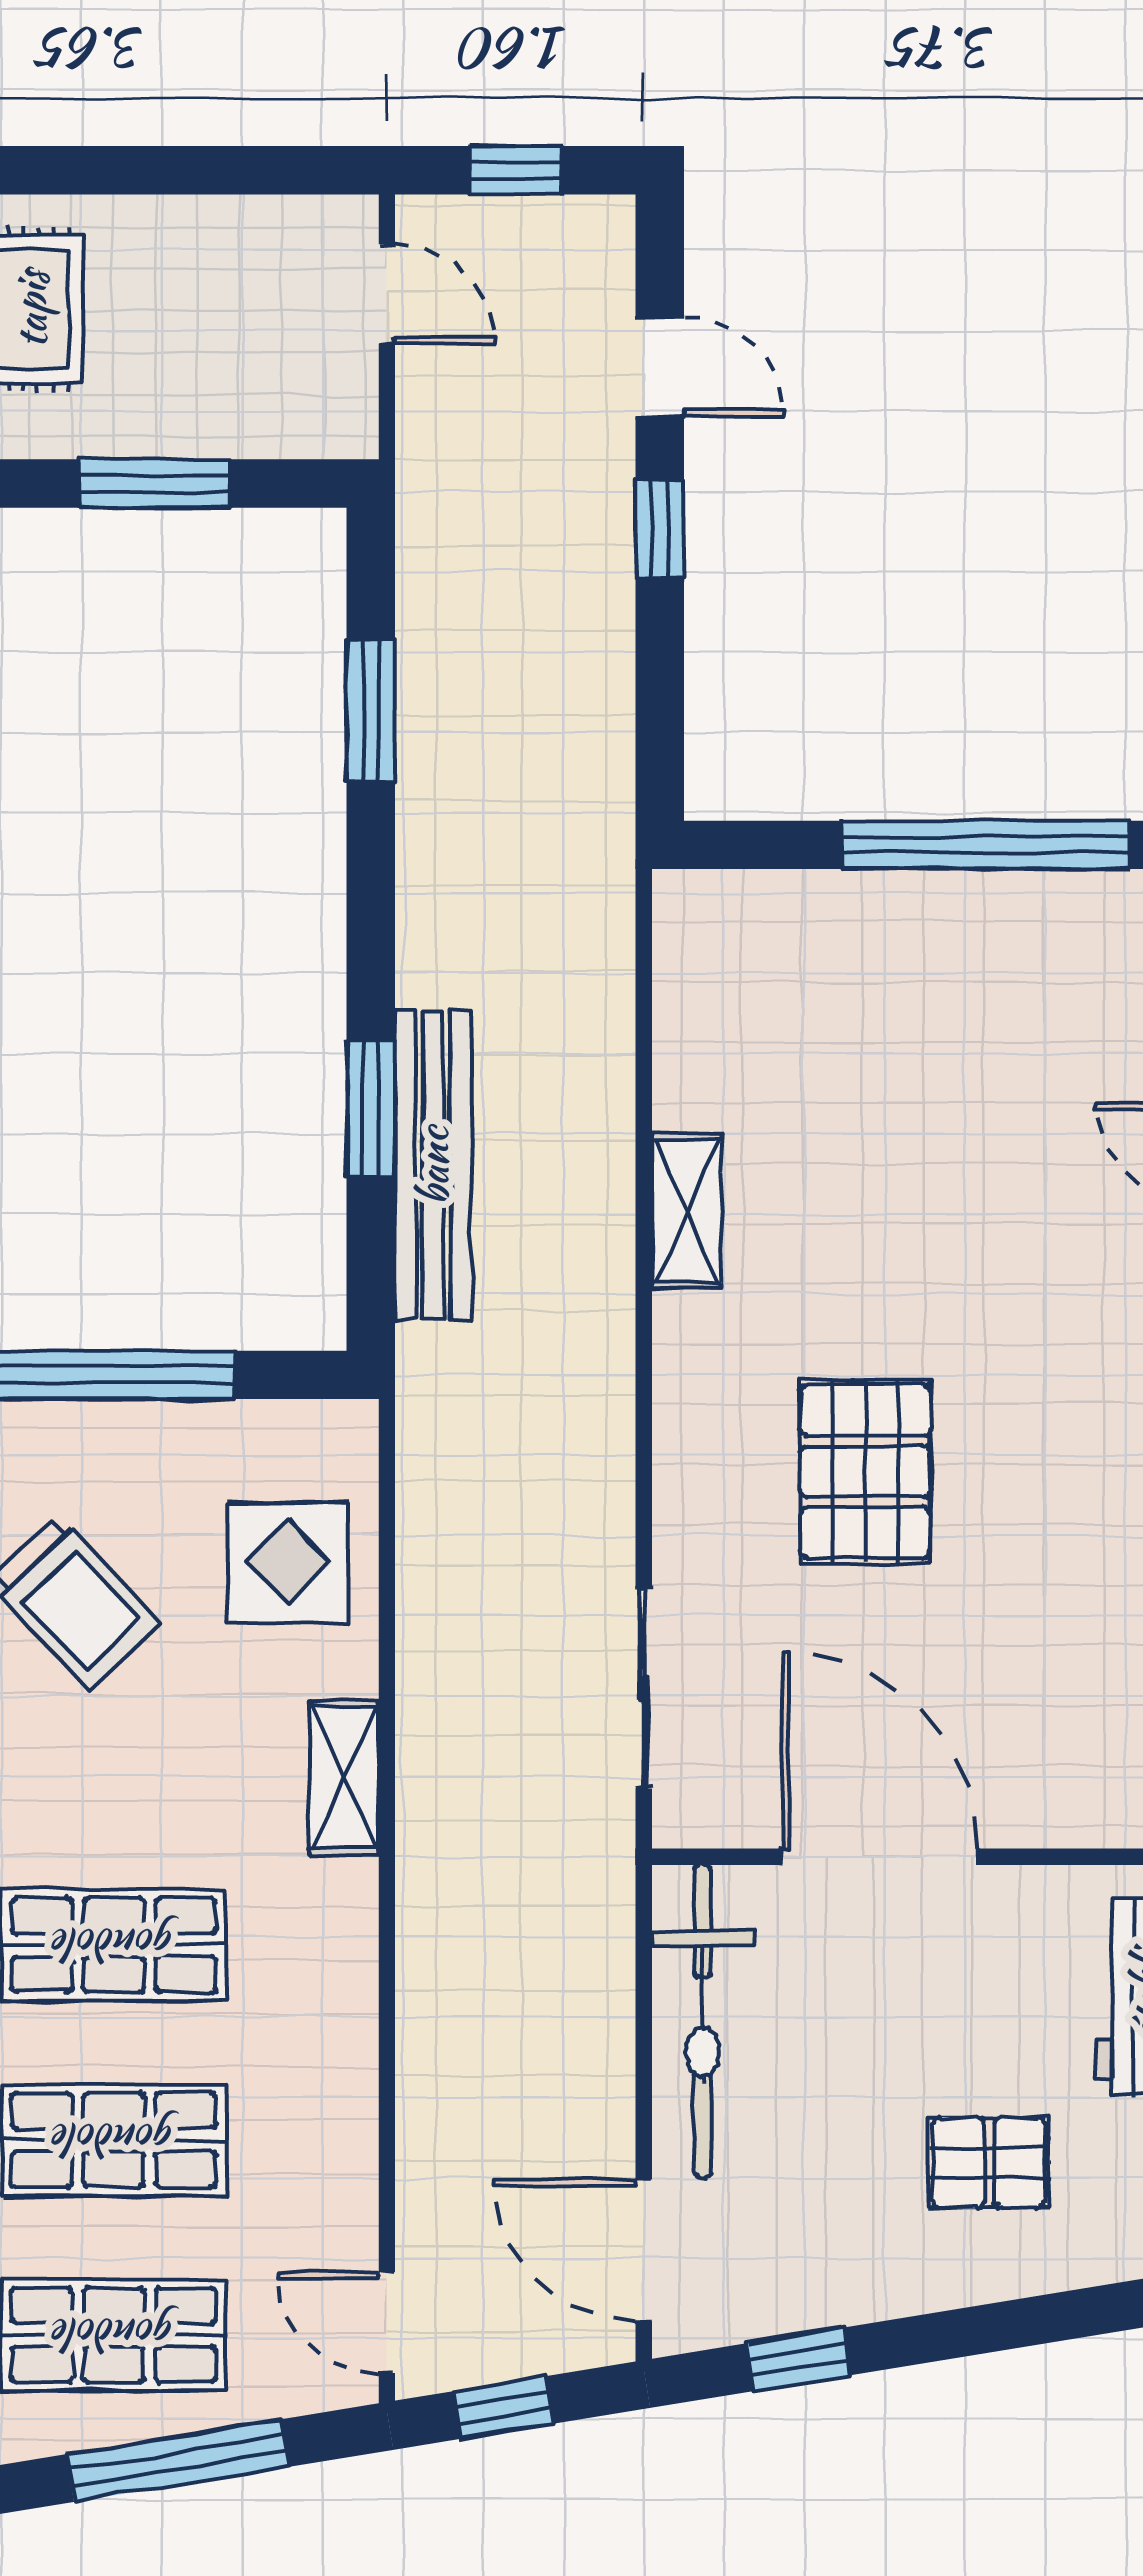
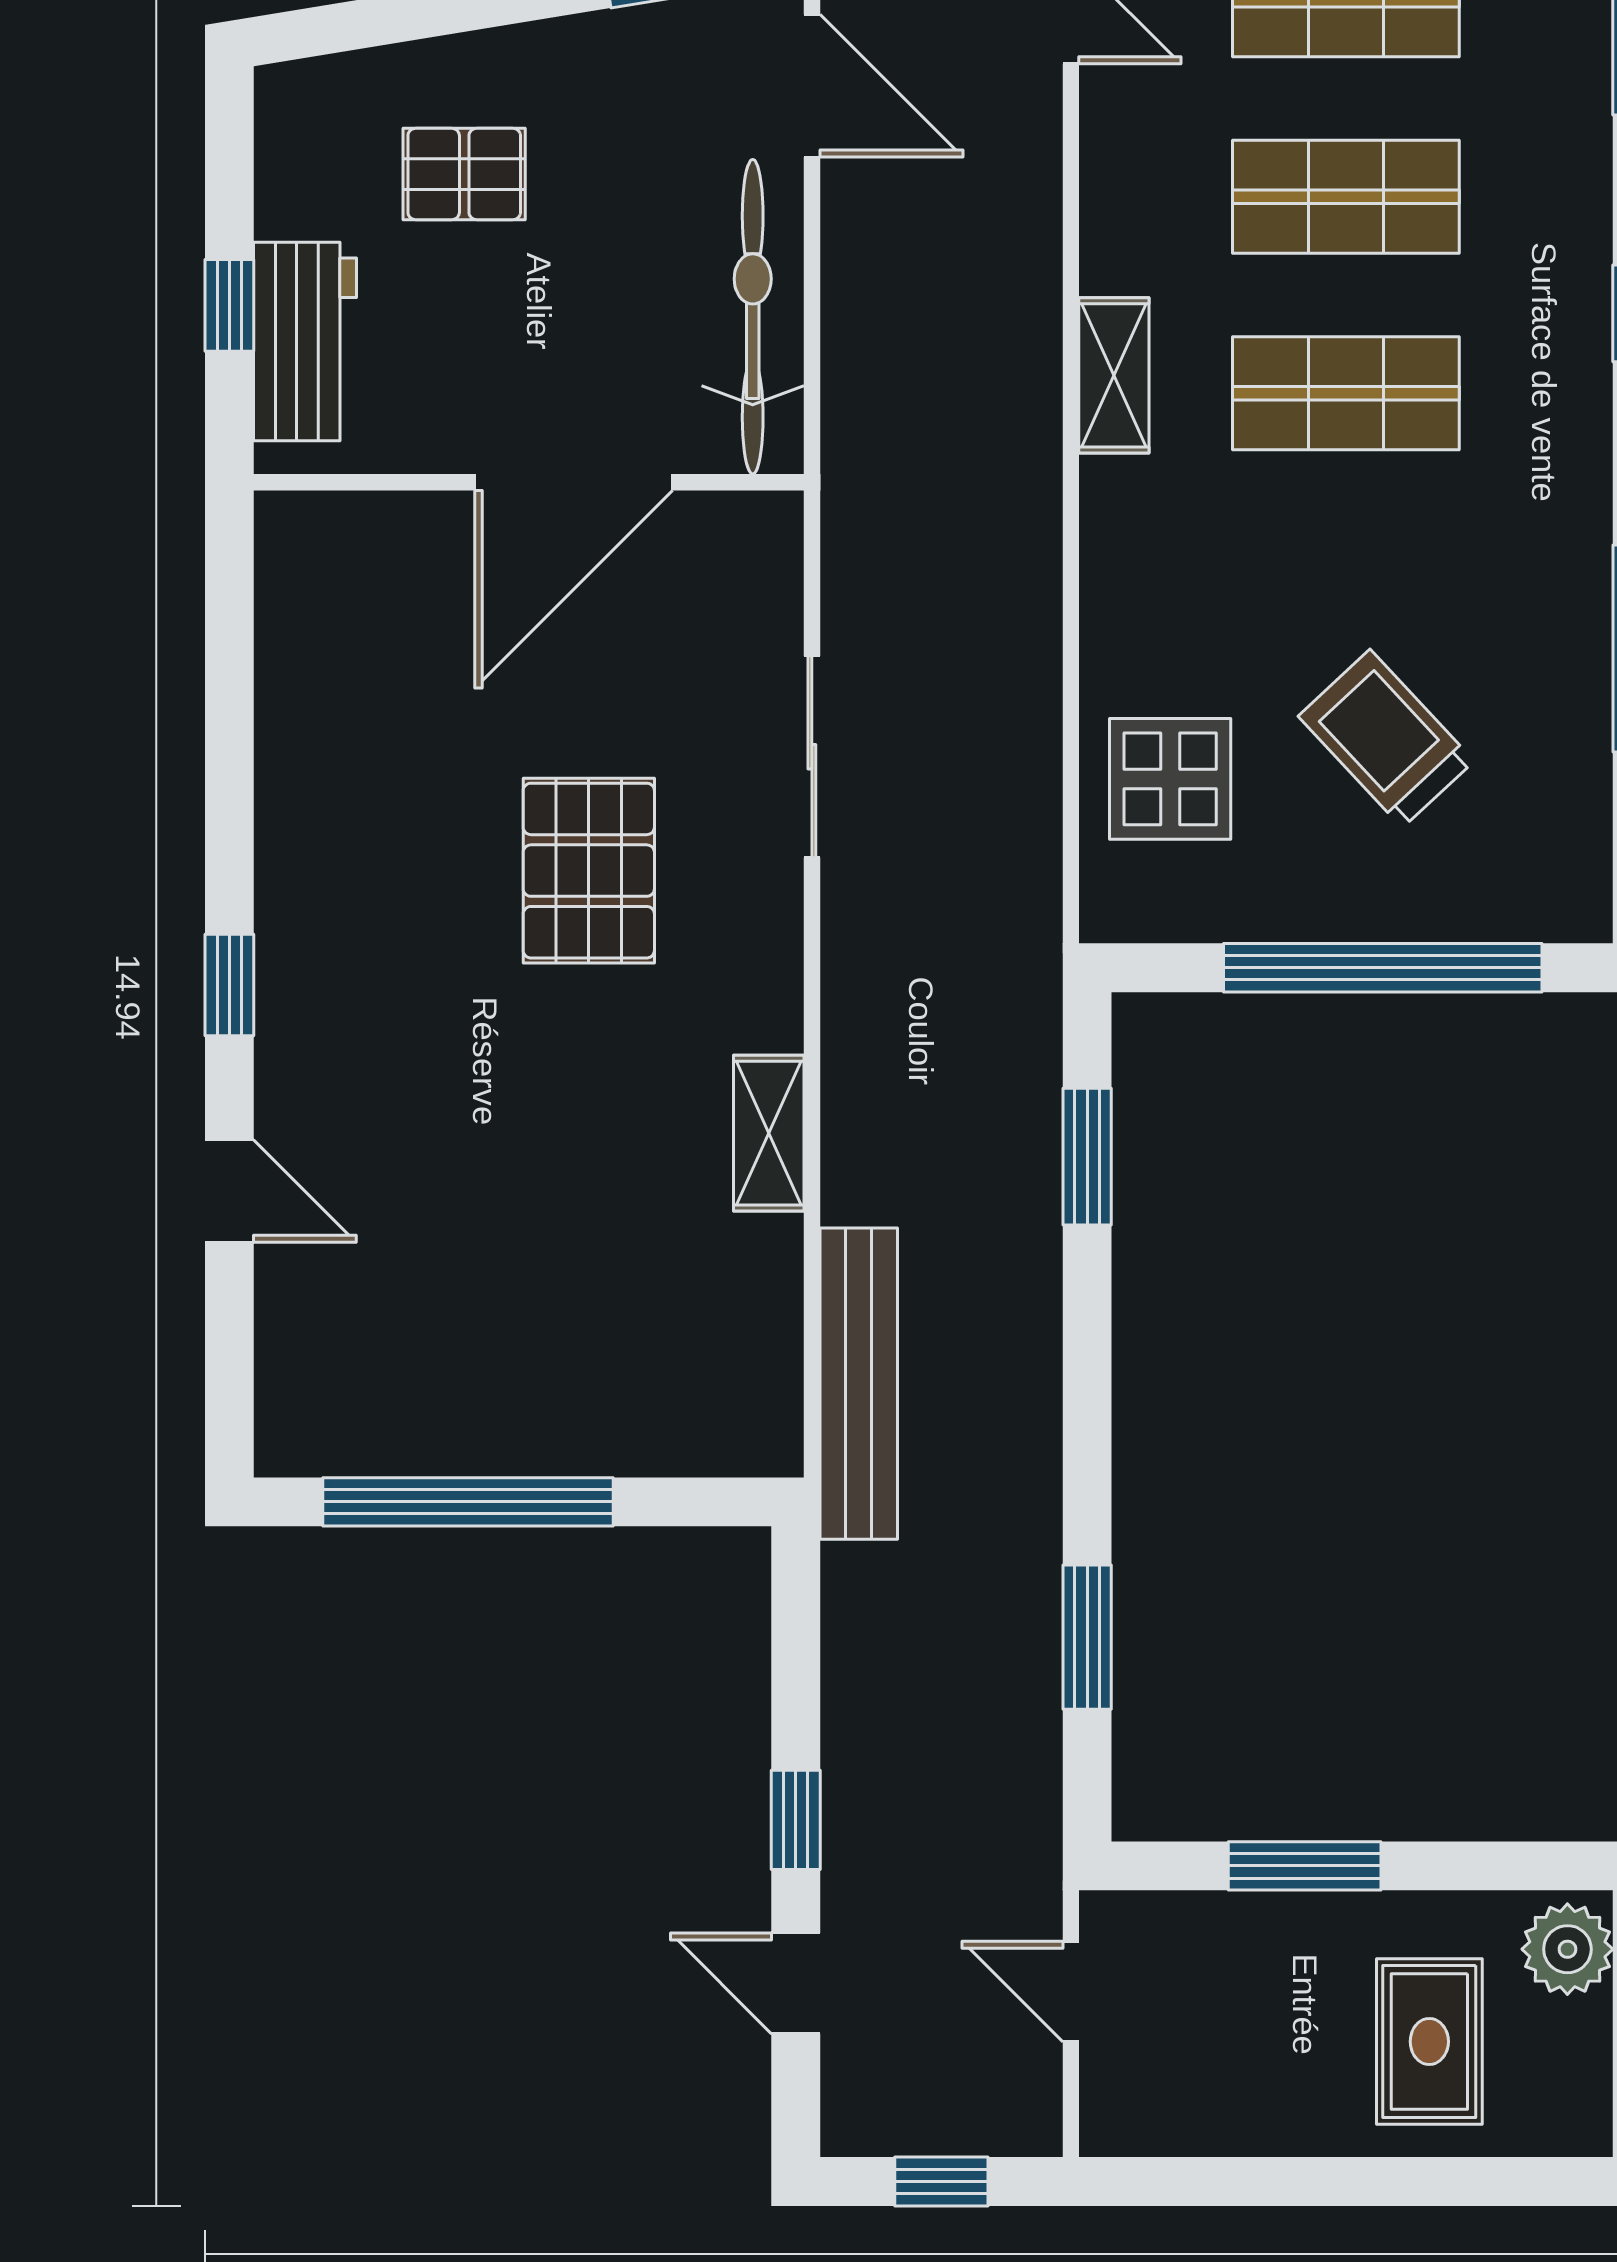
door: (387, 294) -> (1071, 1991), moved
window: (371, 1109) -> (1087, 1157), moved
bench: (433, 1166) -> (859, 1384), moved
sliding door: (644, 1688) -> (812, 757), moved
shelving: (344, 1778) -> (1114, 375), moved
door: (880, 1857) -> (574, 482), hinge flipped

